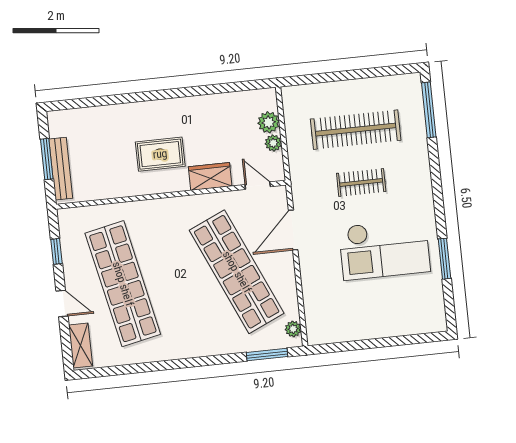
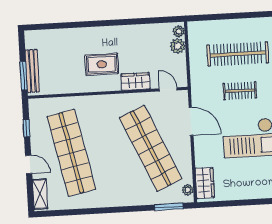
plant: (273, 143) -> (179, 31), moved
window: (47, 159) -> (24, 76), moved
door: (293, 230) -> (191, 121), swing flipped
wardrobe: (317, 318) -> (205, 183), added

